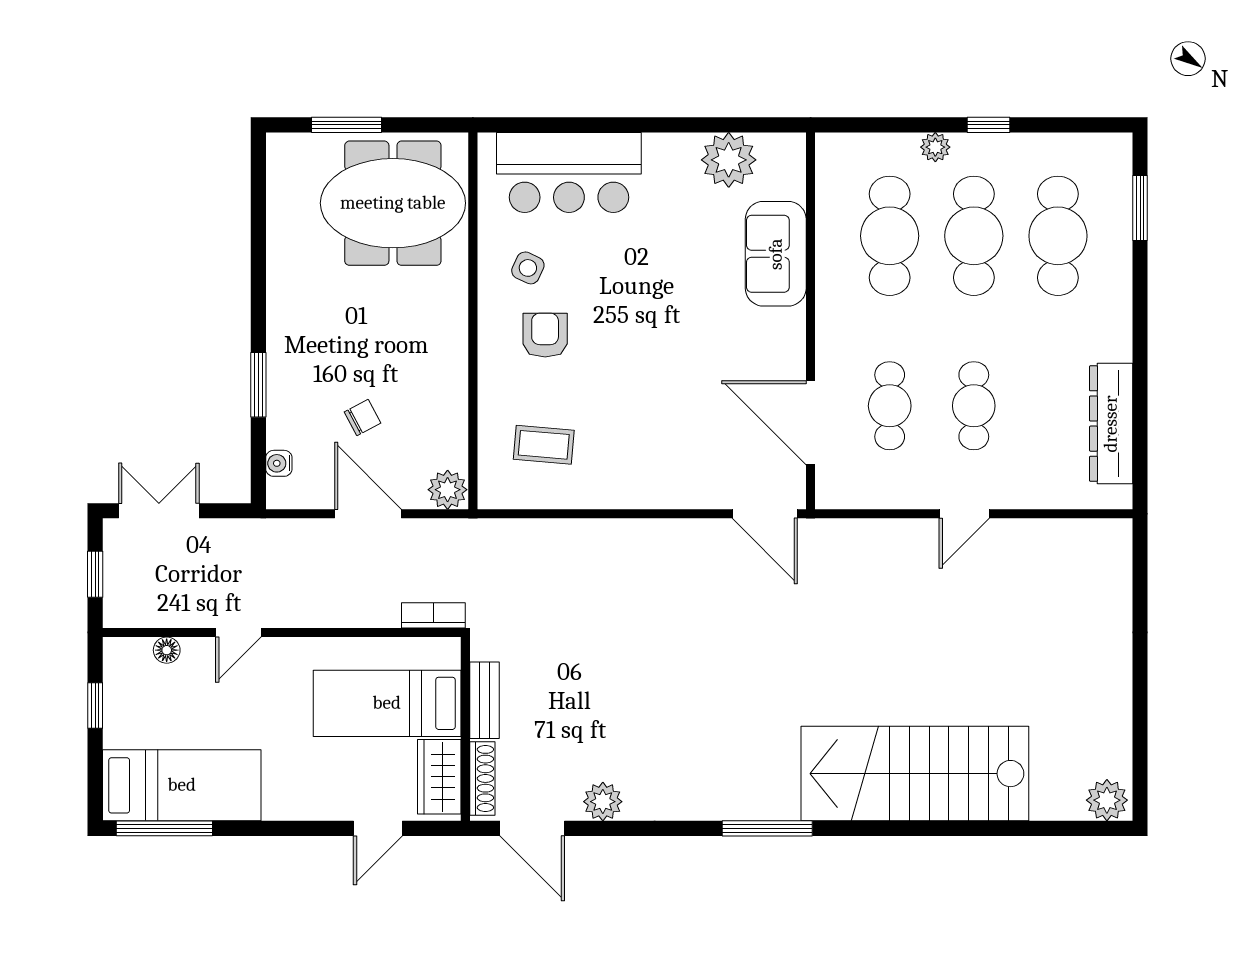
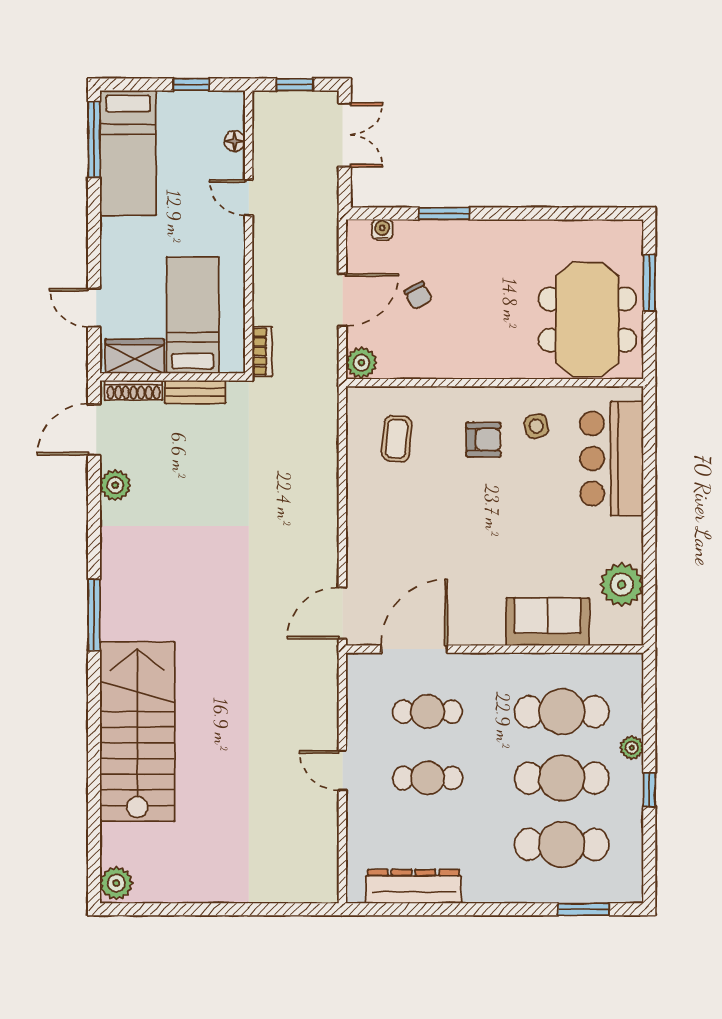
side table: (528, 268) -> (536, 426), turned -38

